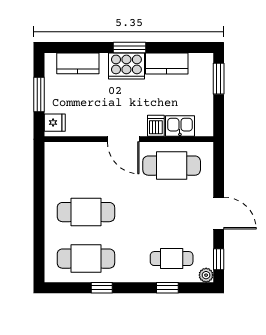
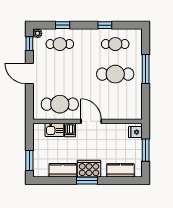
window: (39, 220) -> (146, 69), added
cafe table: (86, 259) -> (115, 44), width x0.73, depth x0.74

